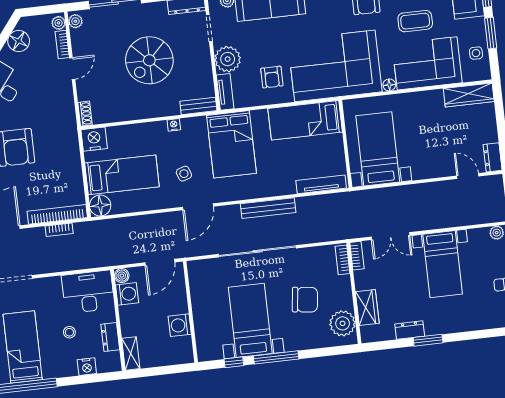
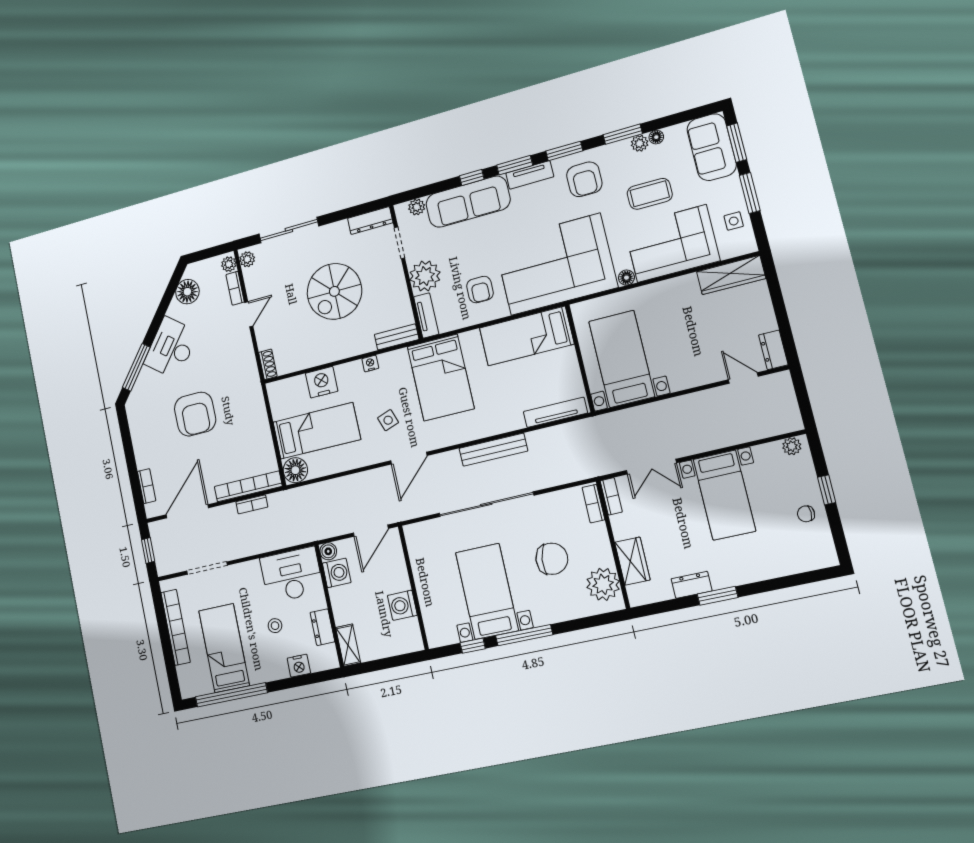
nightstand: (94, 139) -> (322, 382), moved

